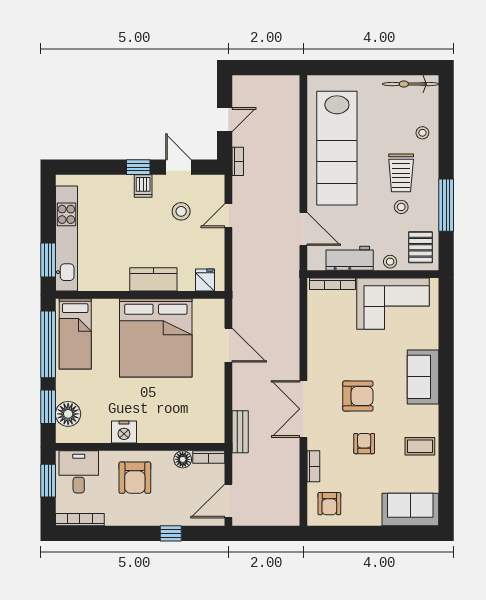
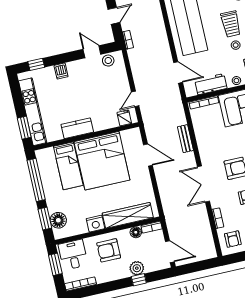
window: (138, 167) -> (36, 64), moved
dishwasher: (143, 186) -> (61, 71), moved
stool: (181, 211) -> (108, 61), moved
door: (228, 216) -> (135, 99), moved
kitchen counter: (153, 279) -> (77, 128), moved
bed: (75, 334) -> (68, 166), moved
wardrobe: (176, 431) -> (128, 215), added
bench: (240, 432) -> (185, 139), moved
armchair: (135, 478) -> (109, 250), turned 90
door: (228, 501) -> (170, 252), swing flipped
plant: (172, 515) -> (137, 268), added

